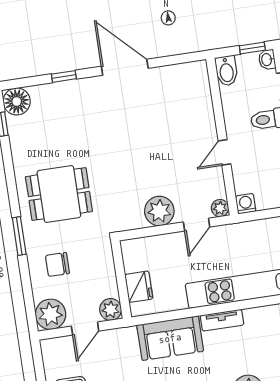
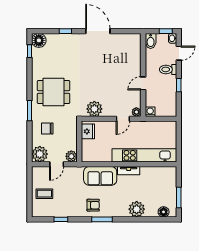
plant: (159, 211) -> (94, 109), moved
fridge: (139, 287) -> (88, 131), moved

